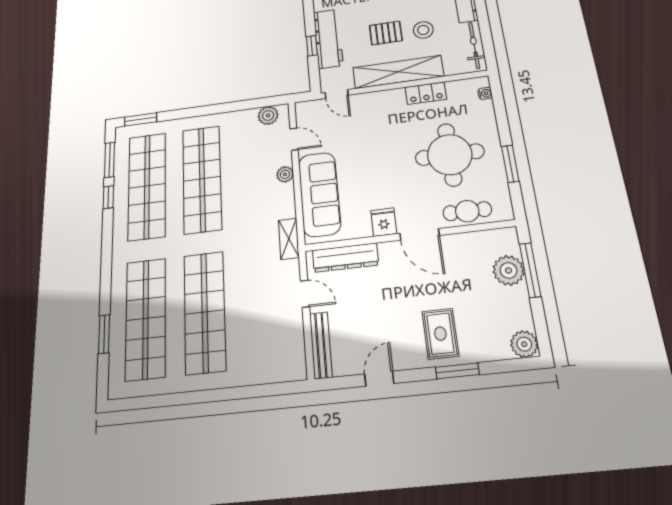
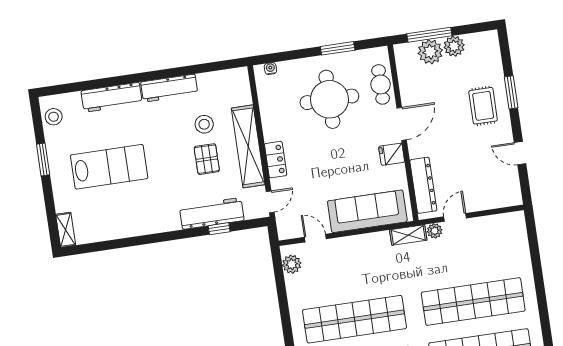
bicycle: (474, 45) -> (222, 78), removed
locker: (426, 93) -> (276, 160), moved
door: (294, 139) -> (315, 238), hinge flipped
plant: (285, 174) -> (435, 231), moved
rug: (440, 334) -> (483, 106), turned 90
plant: (524, 344) -> (454, 46), moved
bench: (321, 345) -> (496, 201), removed

